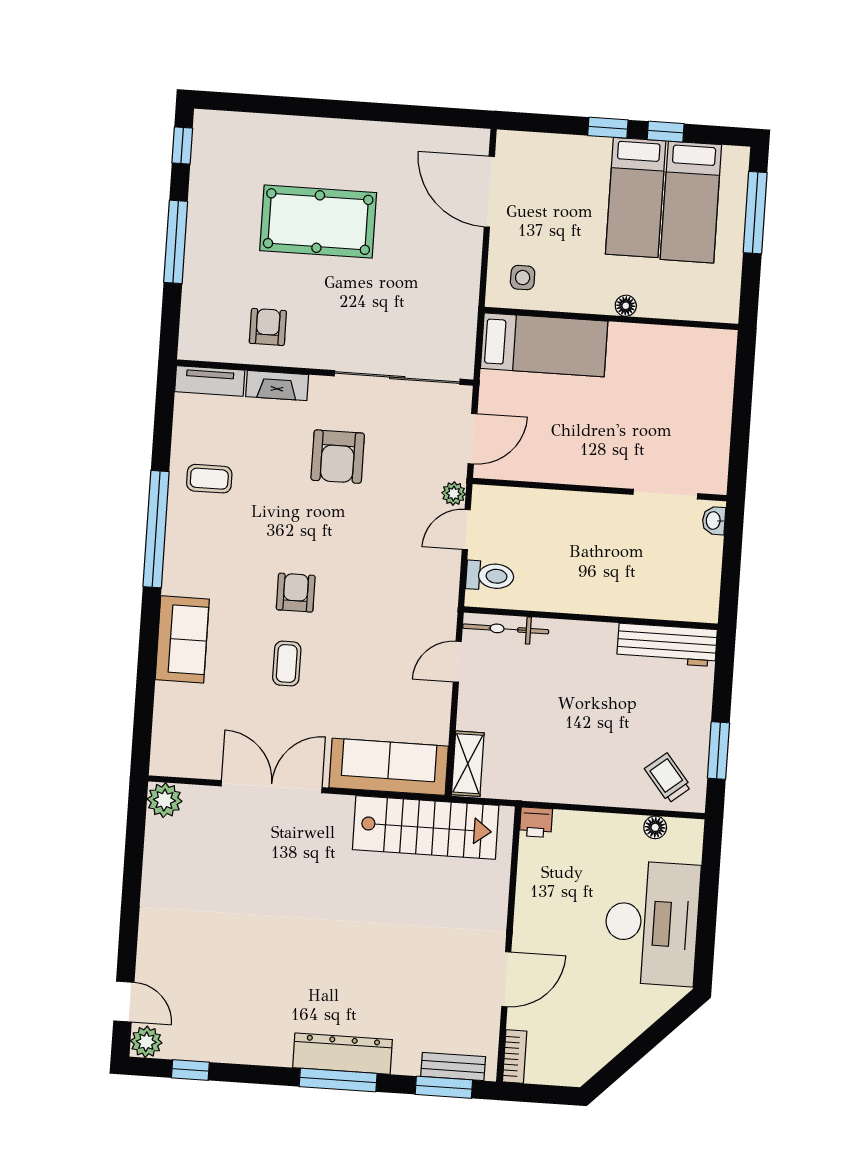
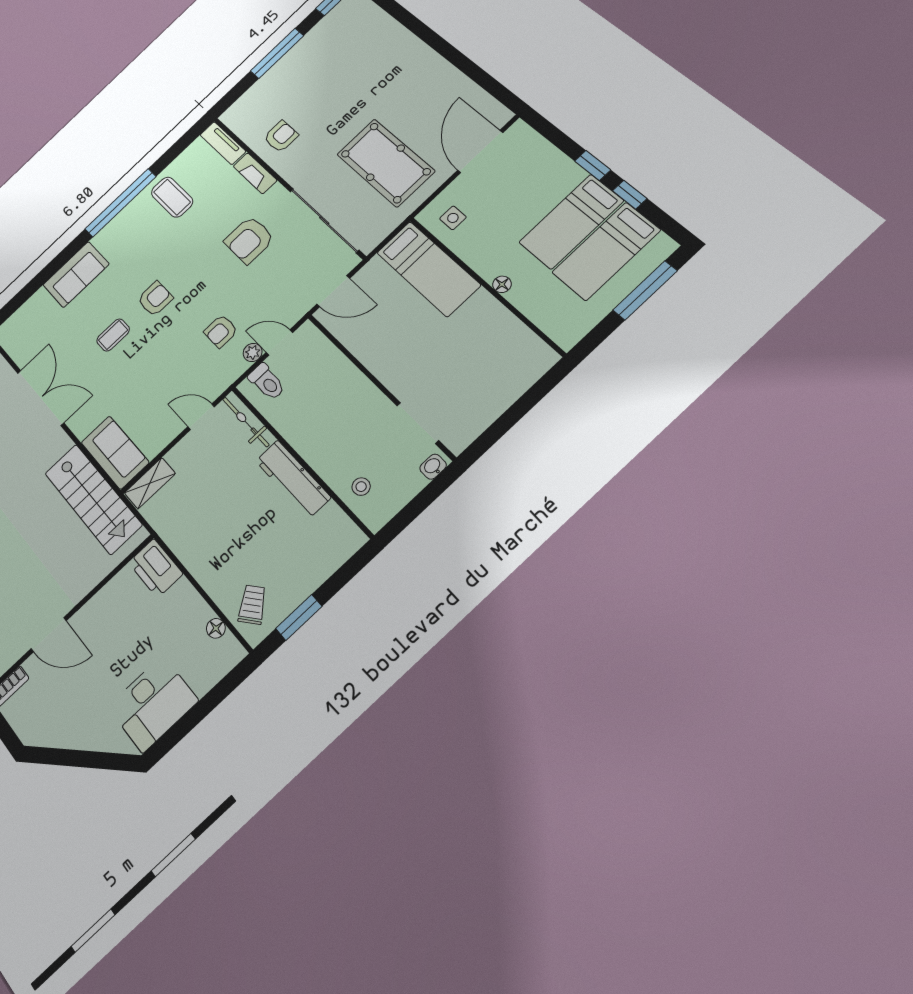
pool table: (318, 222) -> (385, 163), moved
coffee table: (209, 479) -> (172, 197), width x1.36, depth x1.30
plant: (454, 494) -> (253, 353), moved
armchair: (397, 567) -> (221, 331), added
stool: (667, 593) -> (361, 487), added
workbench: (667, 645) -> (293, 479), moved
sofa: (389, 767) -> (115, 452), width x0.73
printer: (536, 822) -> (156, 568), width x1.87, depth x1.48
desk: (652, 923) -> (153, 704), width x0.73, depth x0.77

